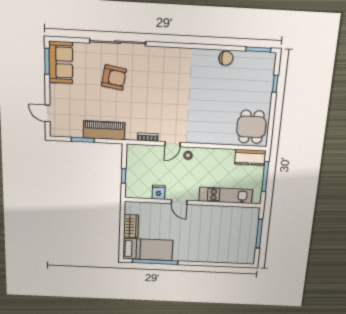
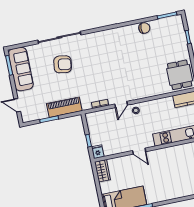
sofa: (61, 62) -> (21, 69), width x1.36
fridge: (159, 192) -> (98, 152), moved
wardrobe: (131, 226) -> (102, 171), moved

